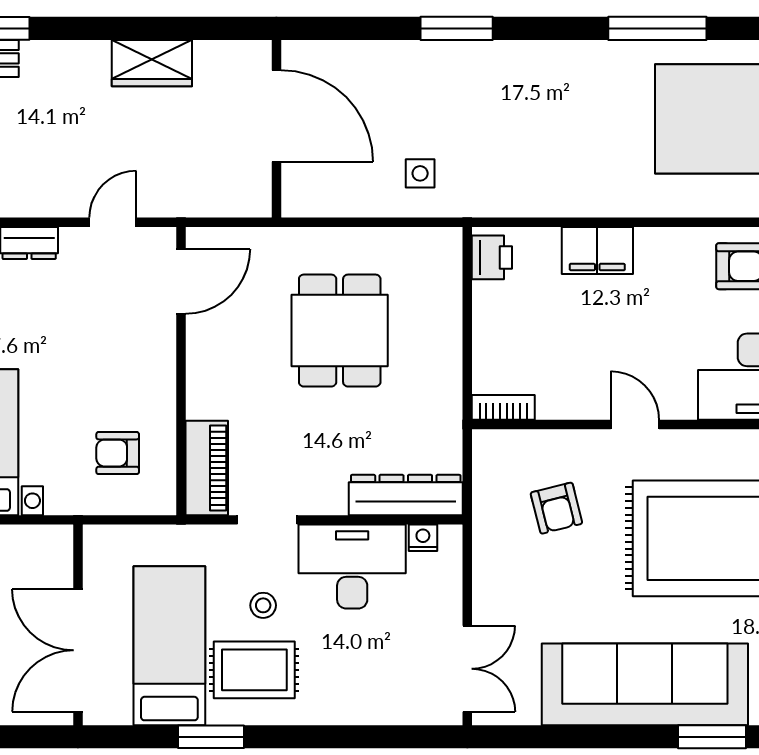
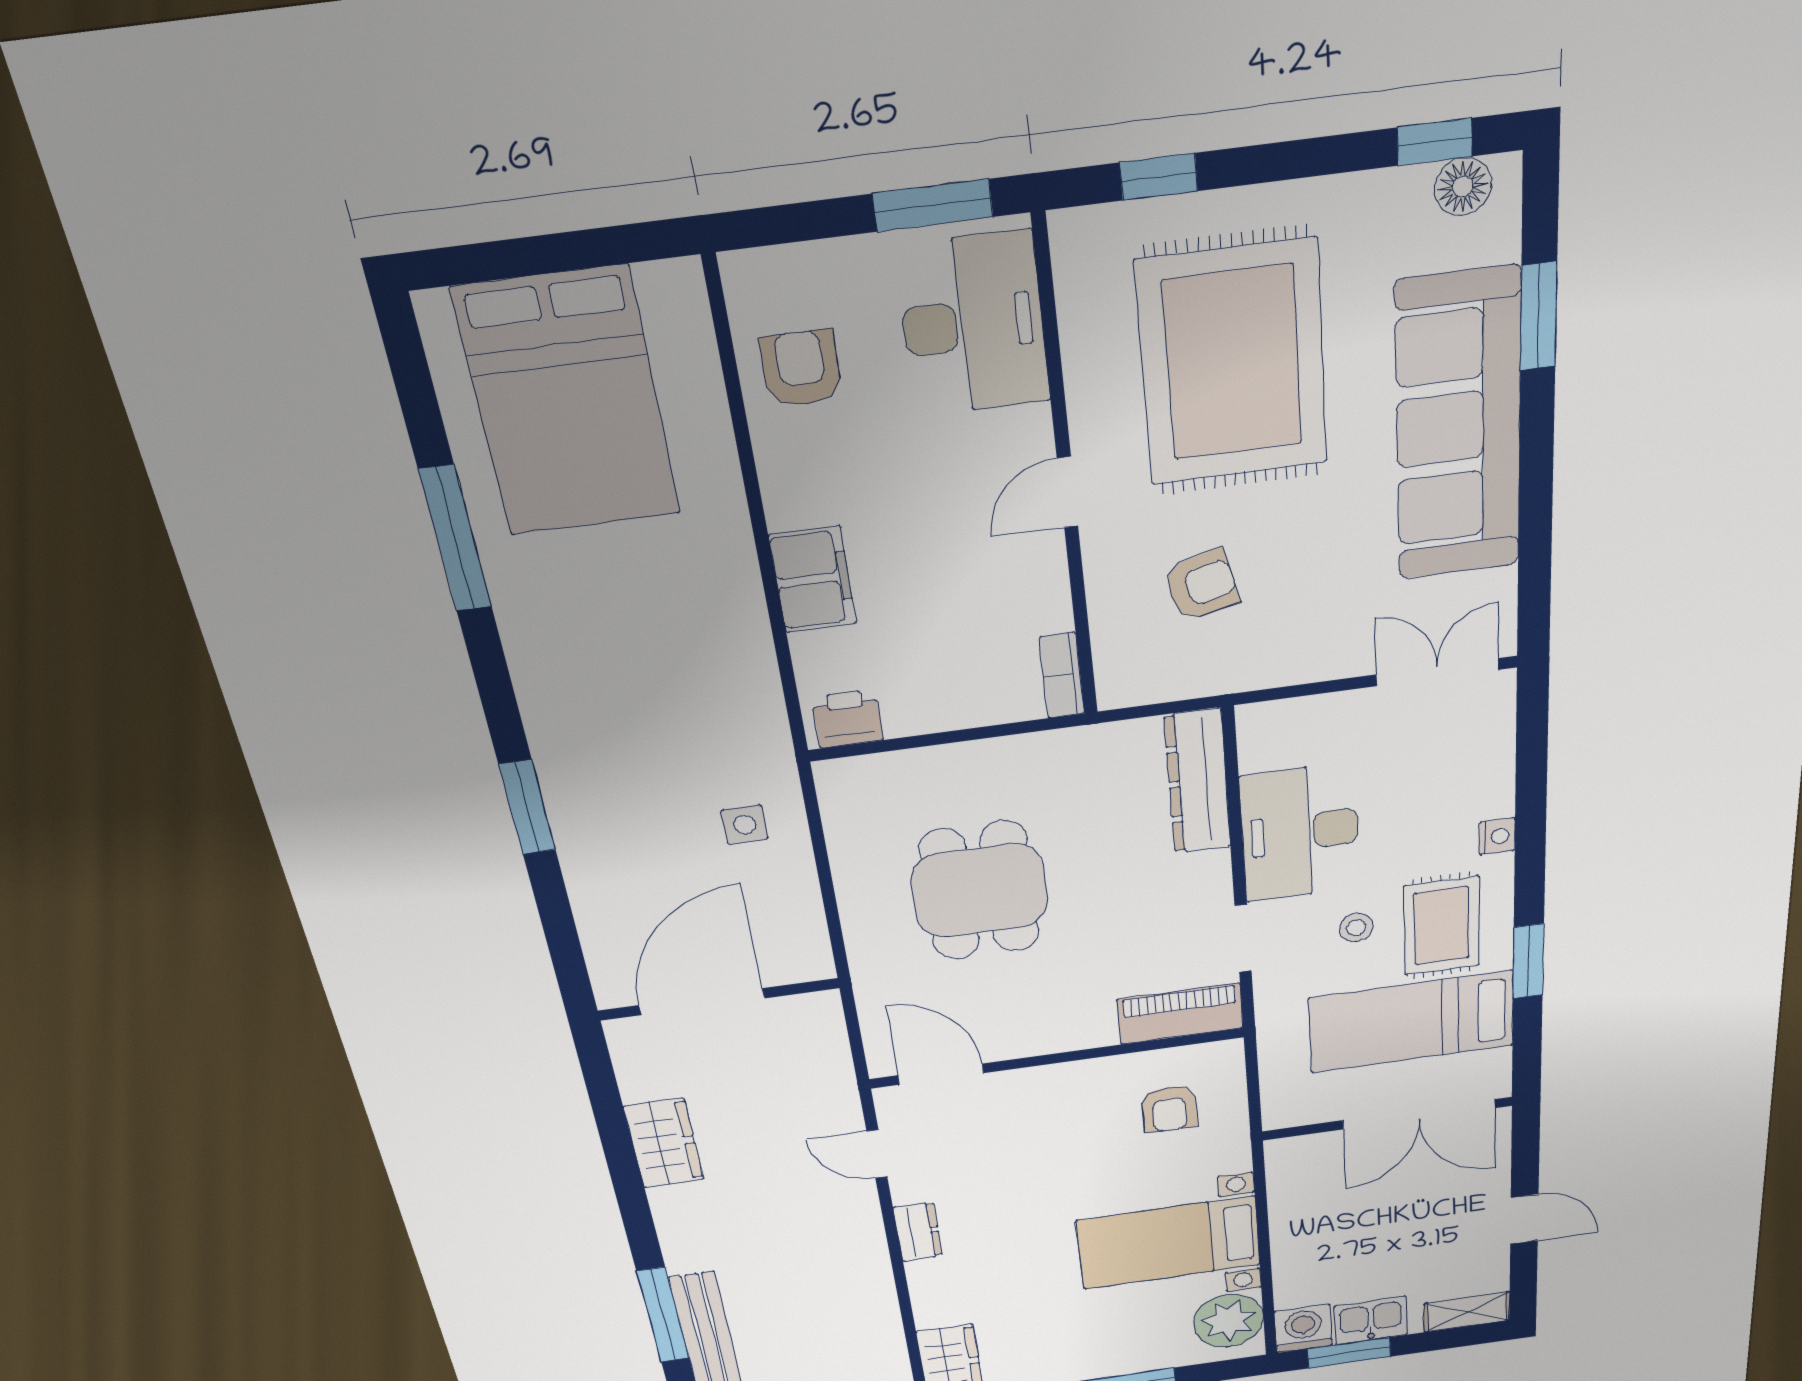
dining table: (340, 331) -> (980, 891), turned 90
nightstand: (423, 538) -> (1497, 836), moved, turned 180

